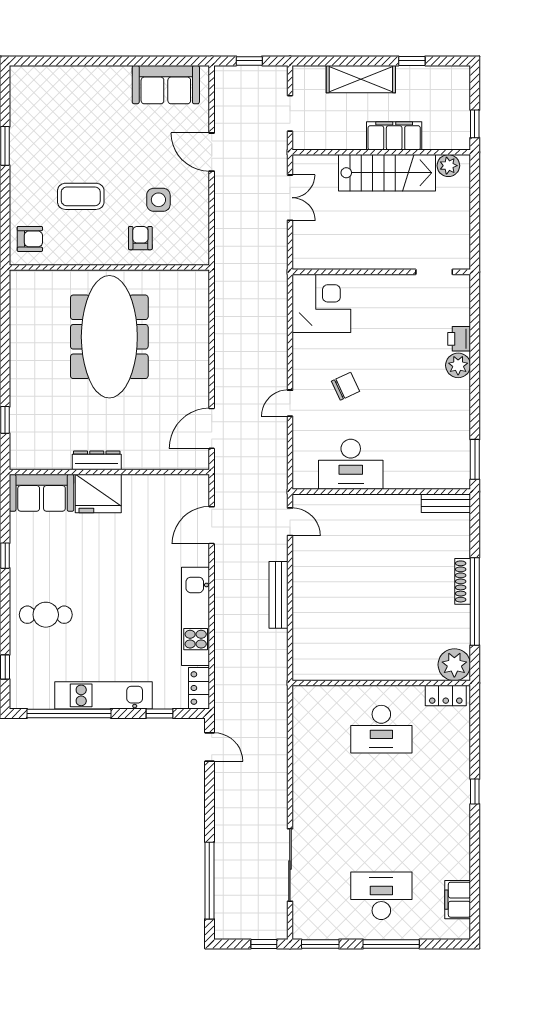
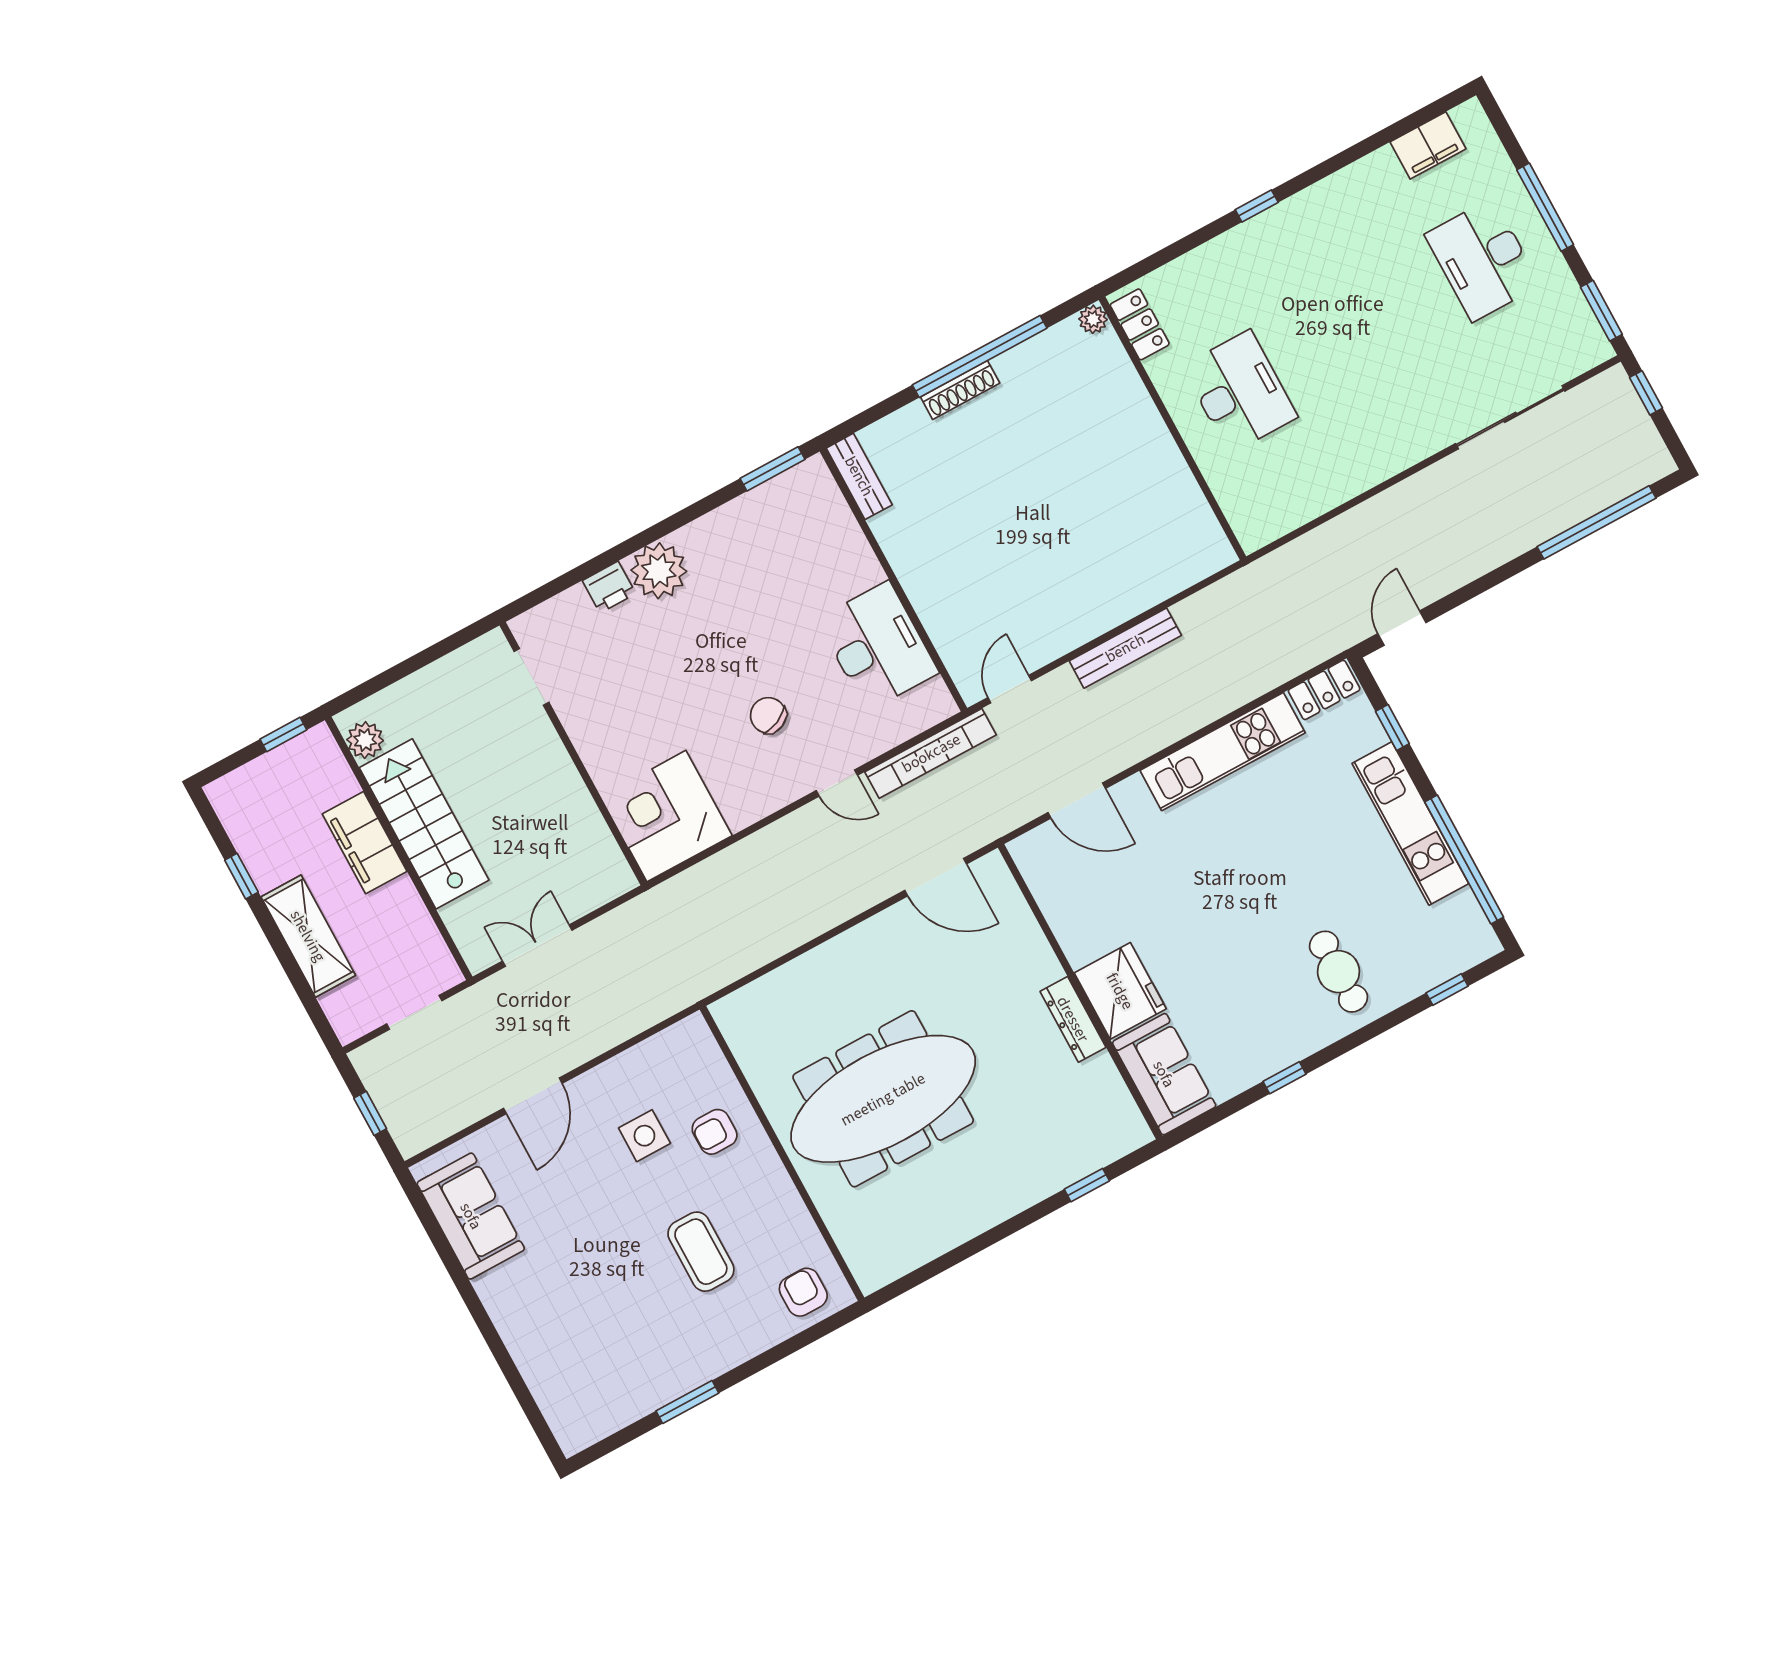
plant: (458, 365) -> (659, 571), width x1.36, depth x1.36
bookcase: (279, 461) -> (931, 753), added
plant: (454, 665) -> (1093, 319), width x0.53, depth x0.53

